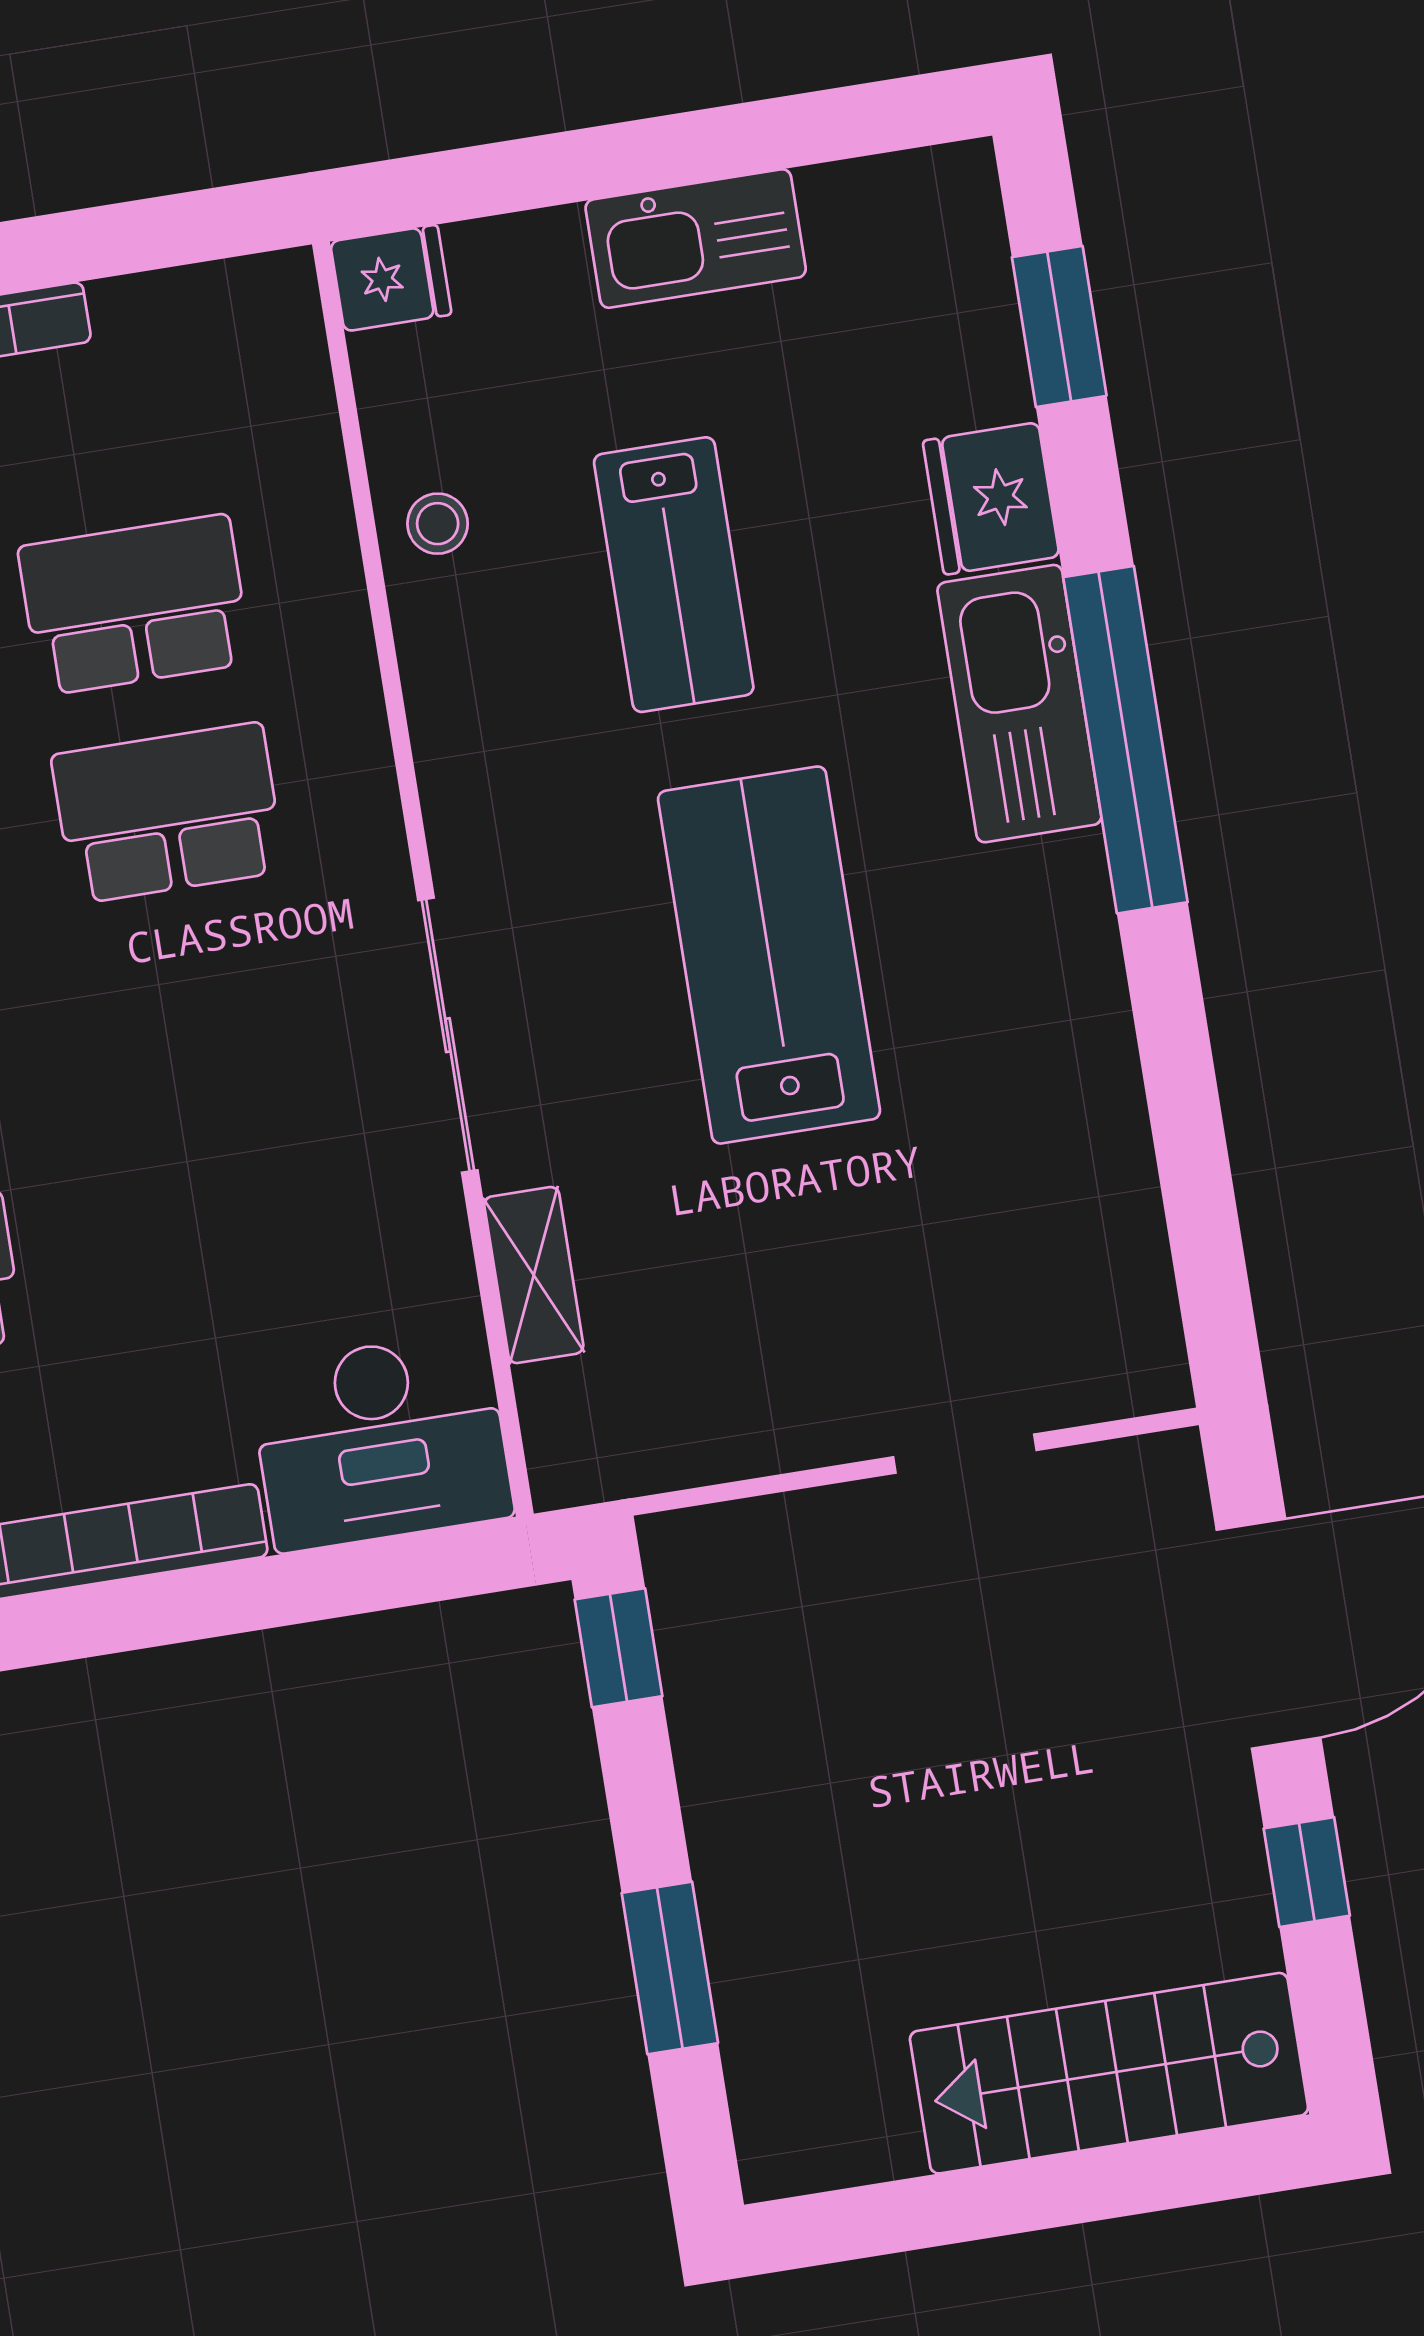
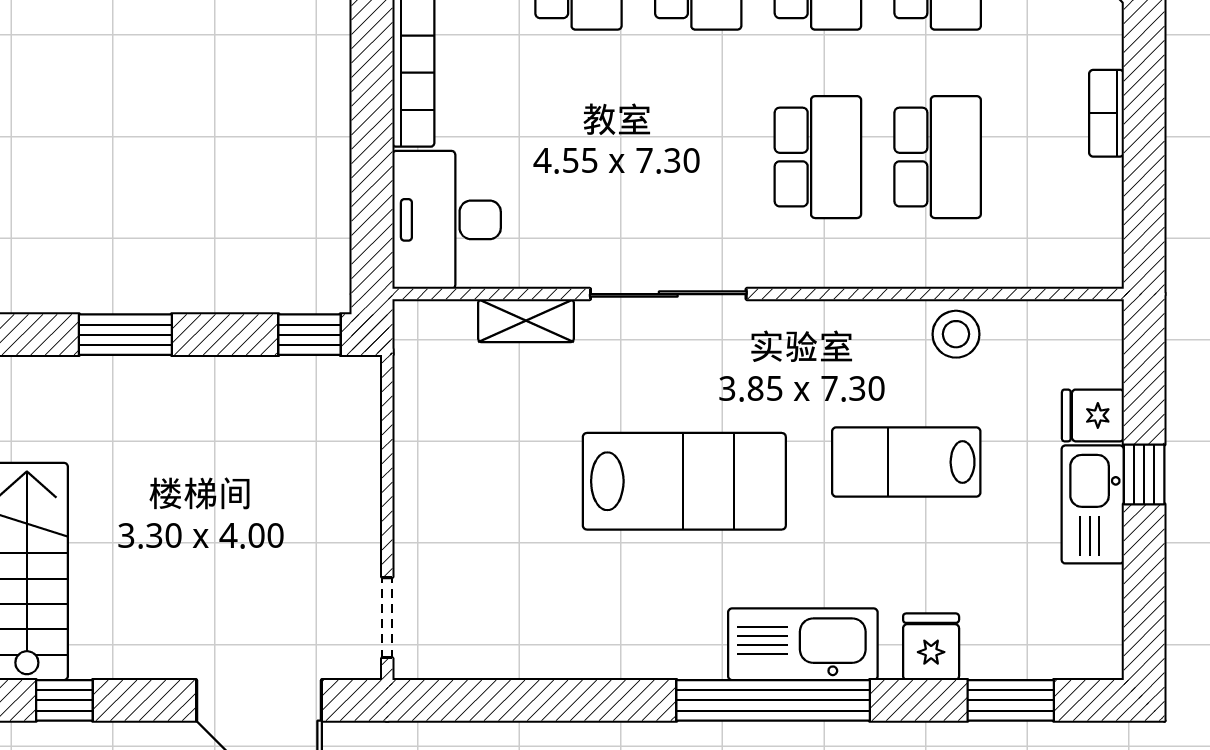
window: (629, 157) -> (1144, 474), added
fridge: (391, 278) -> (1093, 415), moved, turned 90
fridge: (991, 499) -> (931, 647), width x0.72
stool: (438, 524) -> (956, 334), width x1.37, depth x1.37
doorway: (965, 1454) -> (387, 618), moved
window: (1307, 1872) -> (64, 700), moved

